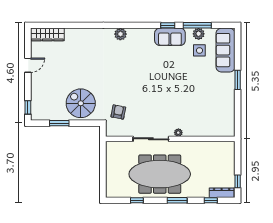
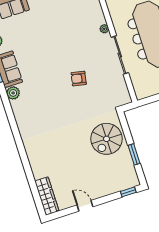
plant: (120, 34) -> (13, 93), moved
side table: (199, 50) -> (13, 34), removed
armchair: (118, 112) -> (79, 79), moved

